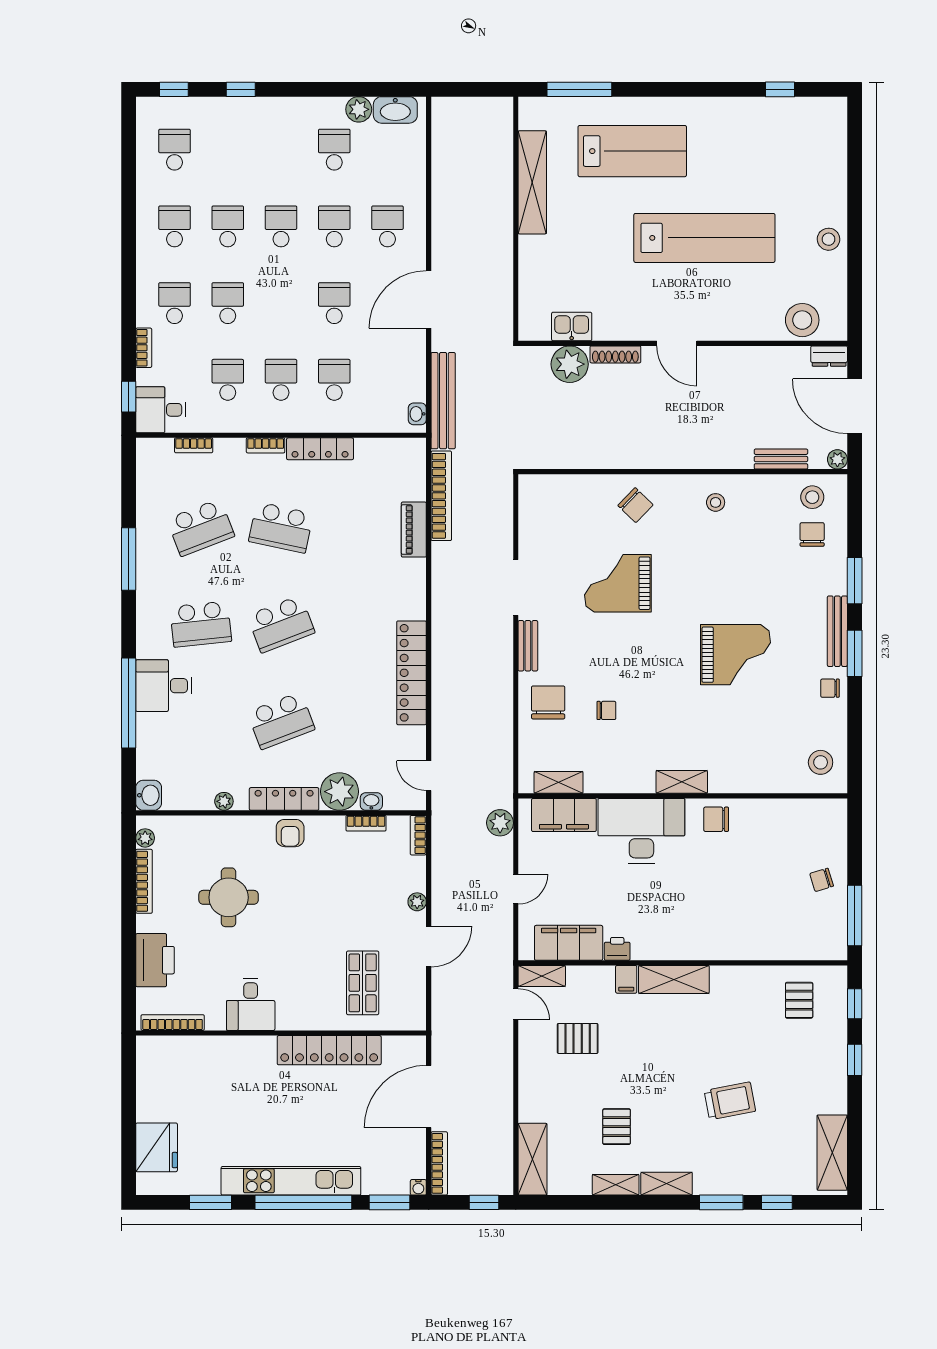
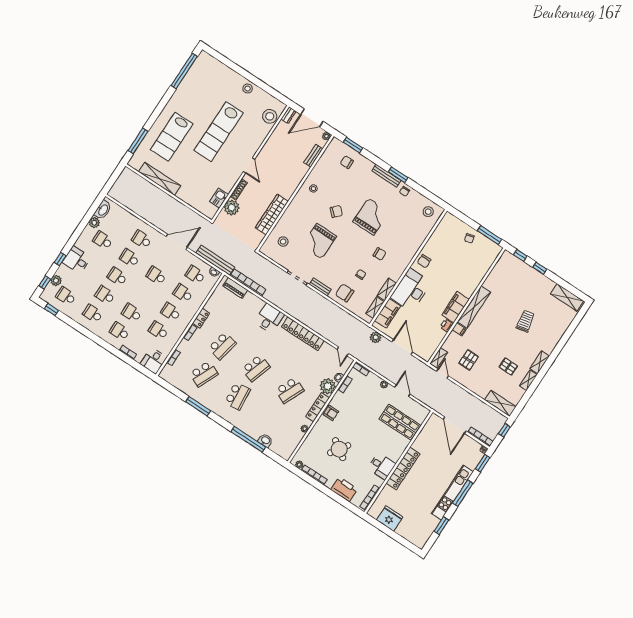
window: (780, 89) -> (184, 71), width x3.17
plant: (193, 109) -> (56, 281), added
desk: (261, 123) -> (77, 260), added
lab bench: (632, 151) -> (172, 137), turned 180
lab bench: (704, 238) -> (219, 132), turned 180
door: (429, 300) -> (177, 242), swing flipped
door: (677, 343) -> (249, 165), hinge flipped
school desk: (387, 380) -> (195, 275), added
window: (129, 397) -> (51, 310), moved
locker: (320, 449) -> (201, 318), width x0.66
wardrobe: (609, 453) -> (272, 214), added
stool: (812, 497) -> (283, 242), moved
chair: (636, 505) -> (336, 211), moved
school desk: (201, 528) -> (204, 374), turned 45
piano: (414, 530) -> (235, 288), moved
window: (855, 581) -> (353, 145), moved
school desk: (281, 624) -> (256, 368), turned 39
desk: (164, 686) -> (269, 318), moved, turned 180
school desk: (281, 721) -> (290, 390), turned 45
chair: (672, 721) -> (380, 254), added
door: (429, 776) -> (343, 351), hinge flipped
shelving: (682, 782) -> (387, 289), moved
washbasin: (149, 795) -> (265, 440), moved
door: (516, 889) -> (402, 347), width x1.87
round table: (229, 897) -> (339, 449), turned 34
filing cabinet: (569, 943) -> (456, 307), moved
shelving: (674, 979) -> (474, 307), width x1.47
shop shelf: (363, 983) -> (400, 422), width x1.43, depth x1.36
pallet: (799, 1000) -> (506, 274), removed
door: (516, 1004) -> (443, 374), hinge flipped
locker: (329, 1050) -> (403, 468), moved
fridge: (157, 1147) -> (390, 519), moved
window: (303, 1202) -> (463, 493), width x0.68
window: (721, 1202) -> (559, 348), removed
window: (777, 1202) -> (572, 328), removed

